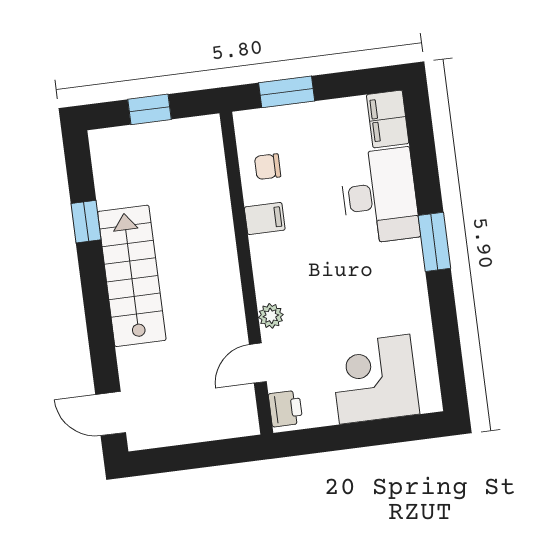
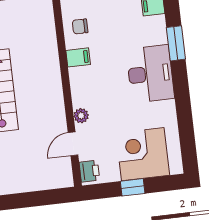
desk: (380, 196) -> (150, 74), moved
window: (434, 242) -> (176, 43), moved
window: (358, 435) -> (133, 187), added

